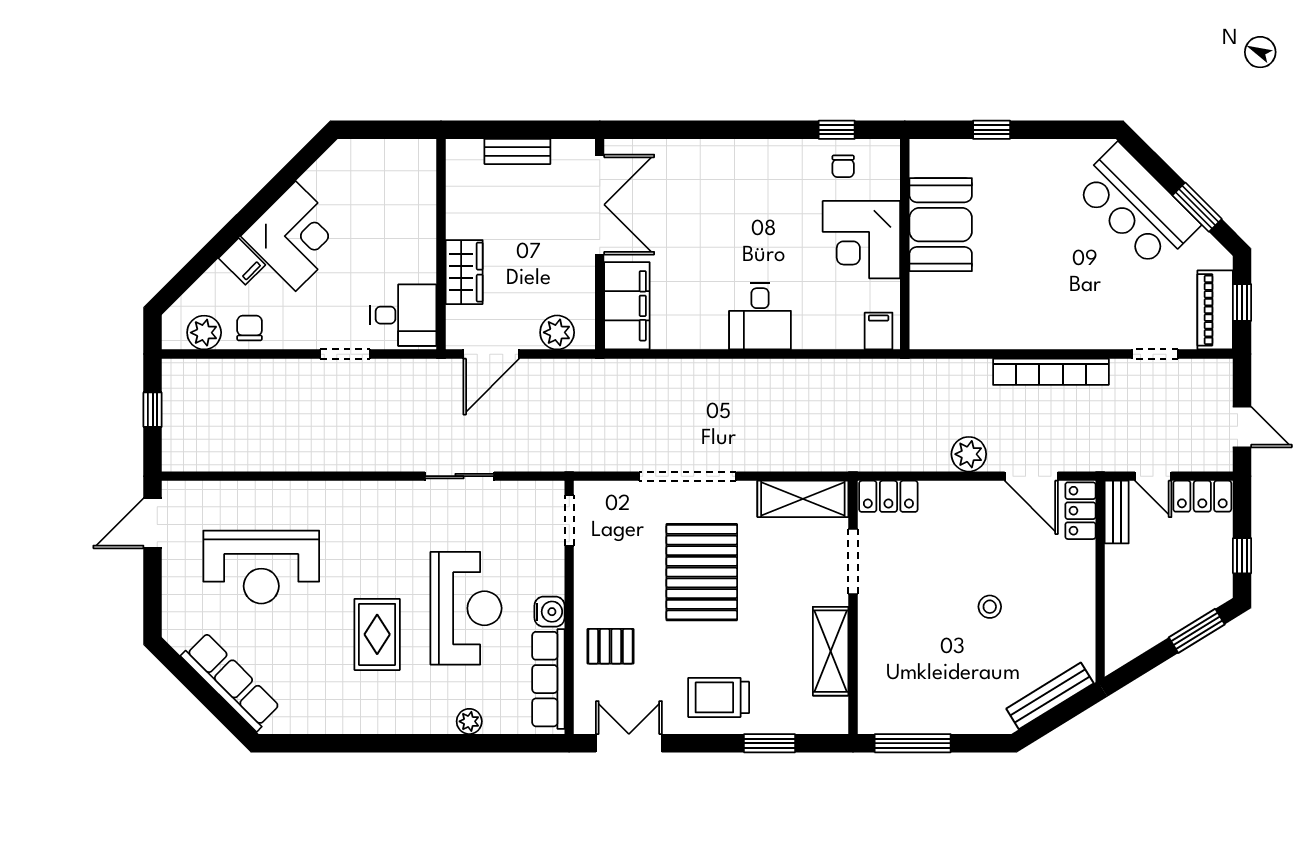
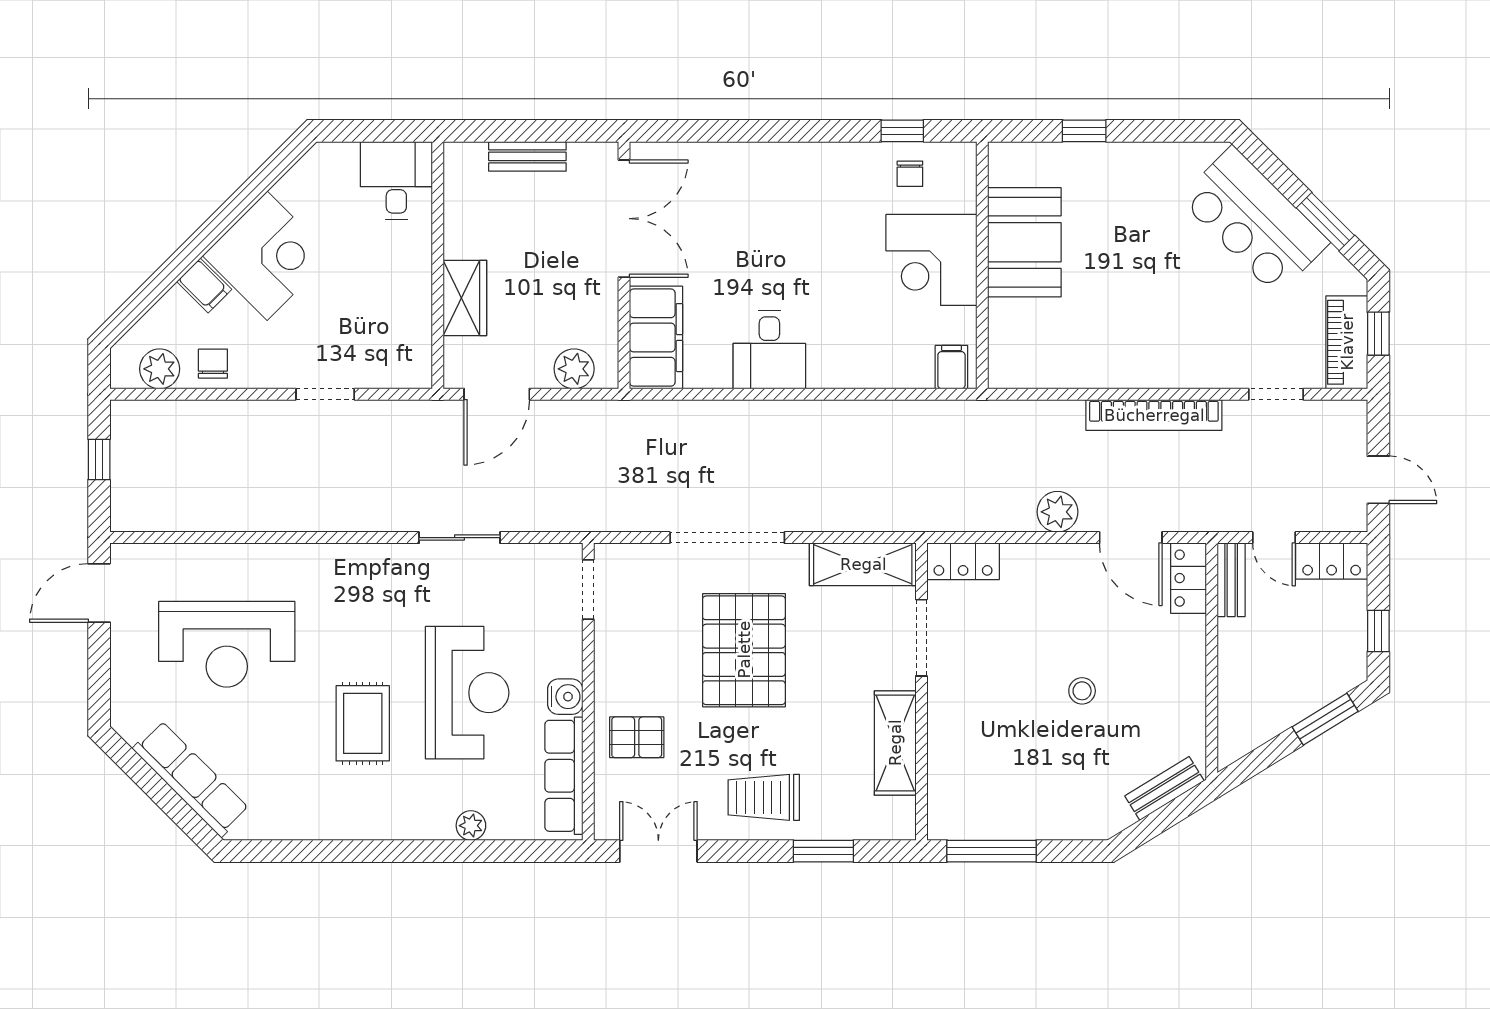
desk: (403, 315) -> (396, 180), moved, turned -90
desk: (760, 316) -> (769, 350), moved
bench: (1050, 696) -> (1164, 788), width x0.73

